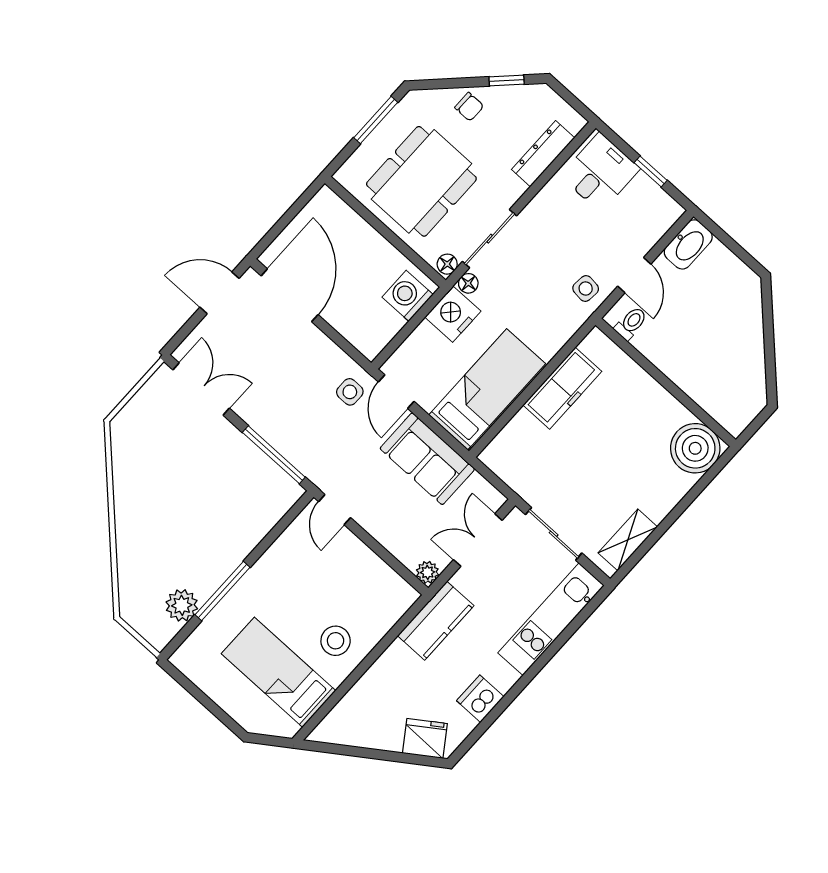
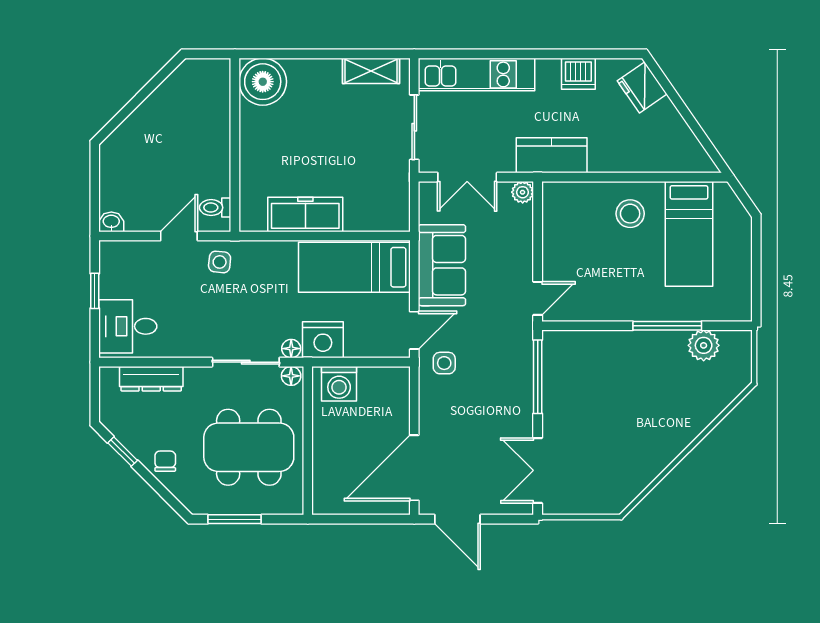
washbasin: (688, 244) -> (111, 222), width x0.52, depth x0.69

